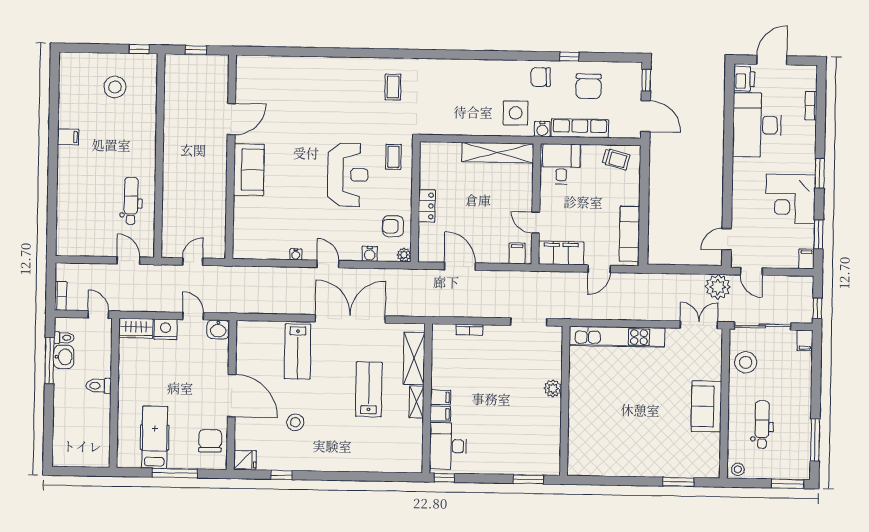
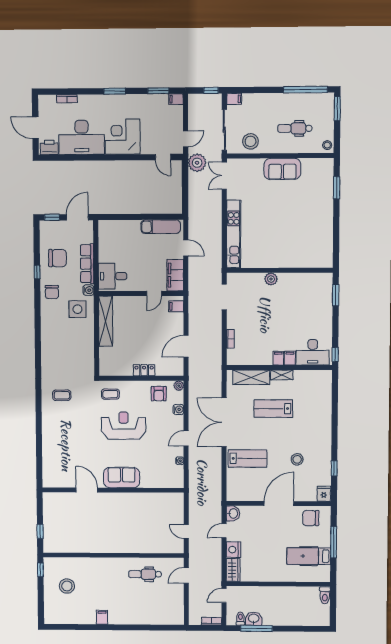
door: (231, 119) -> (87, 490), moved
wall: (231, 157) -> (113, 490), moved
trolley: (616, 159) -> (108, 237), removed
sofa: (249, 170) -> (122, 478), moved
corner desk: (791, 199) -> (123, 137), moved, turned 180
toilet: (98, 386) -> (325, 595), moved
window: (815, 440) -> (305, 90), width x1.46

